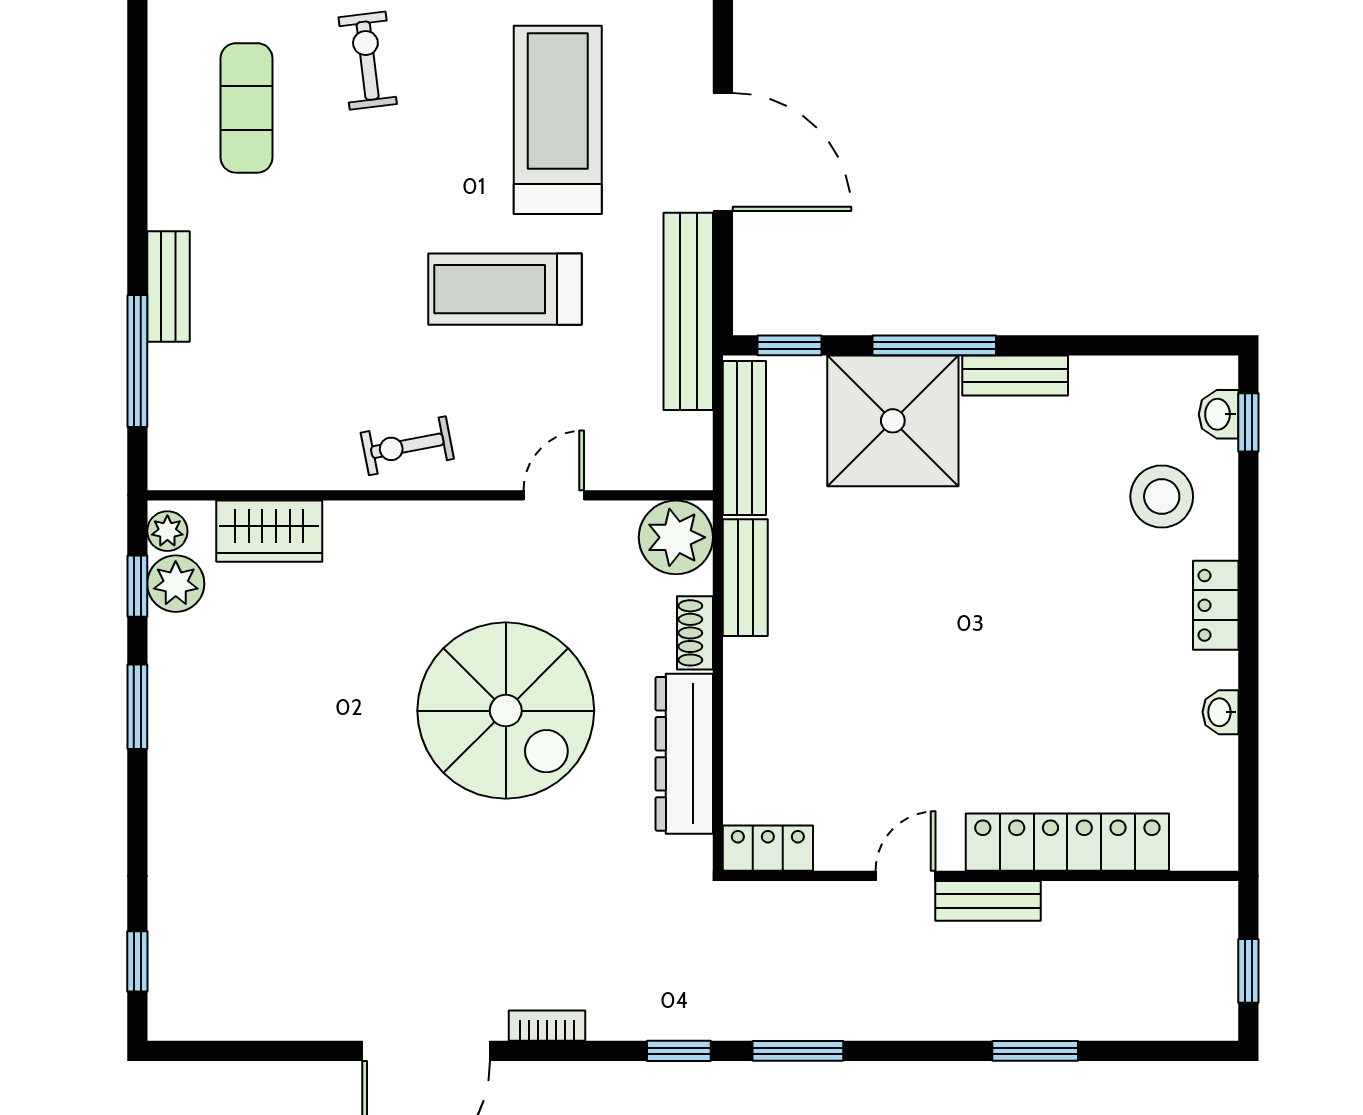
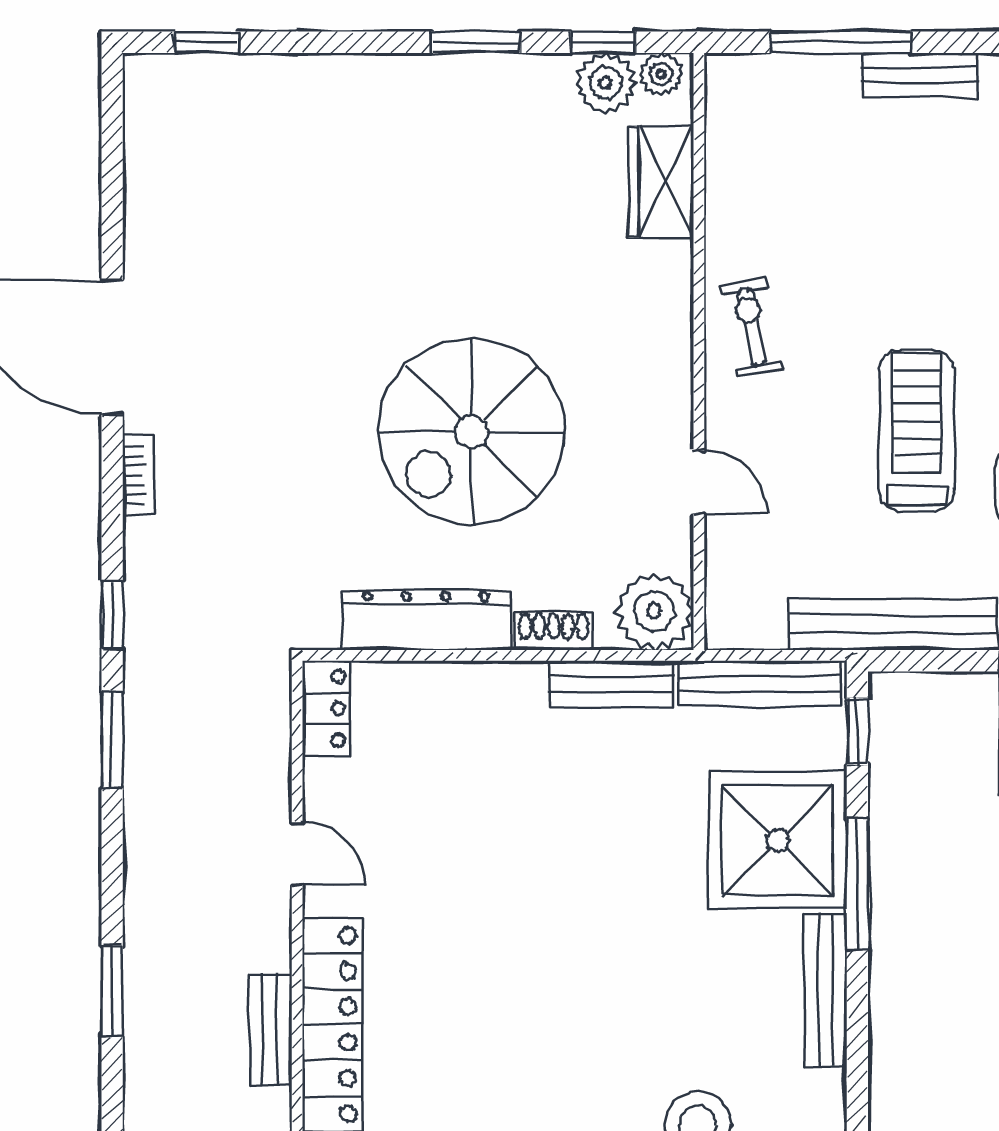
bench: (1015, 375) -> (826, 990), width x1.36
bench: (988, 901) -> (271, 1030), moved

